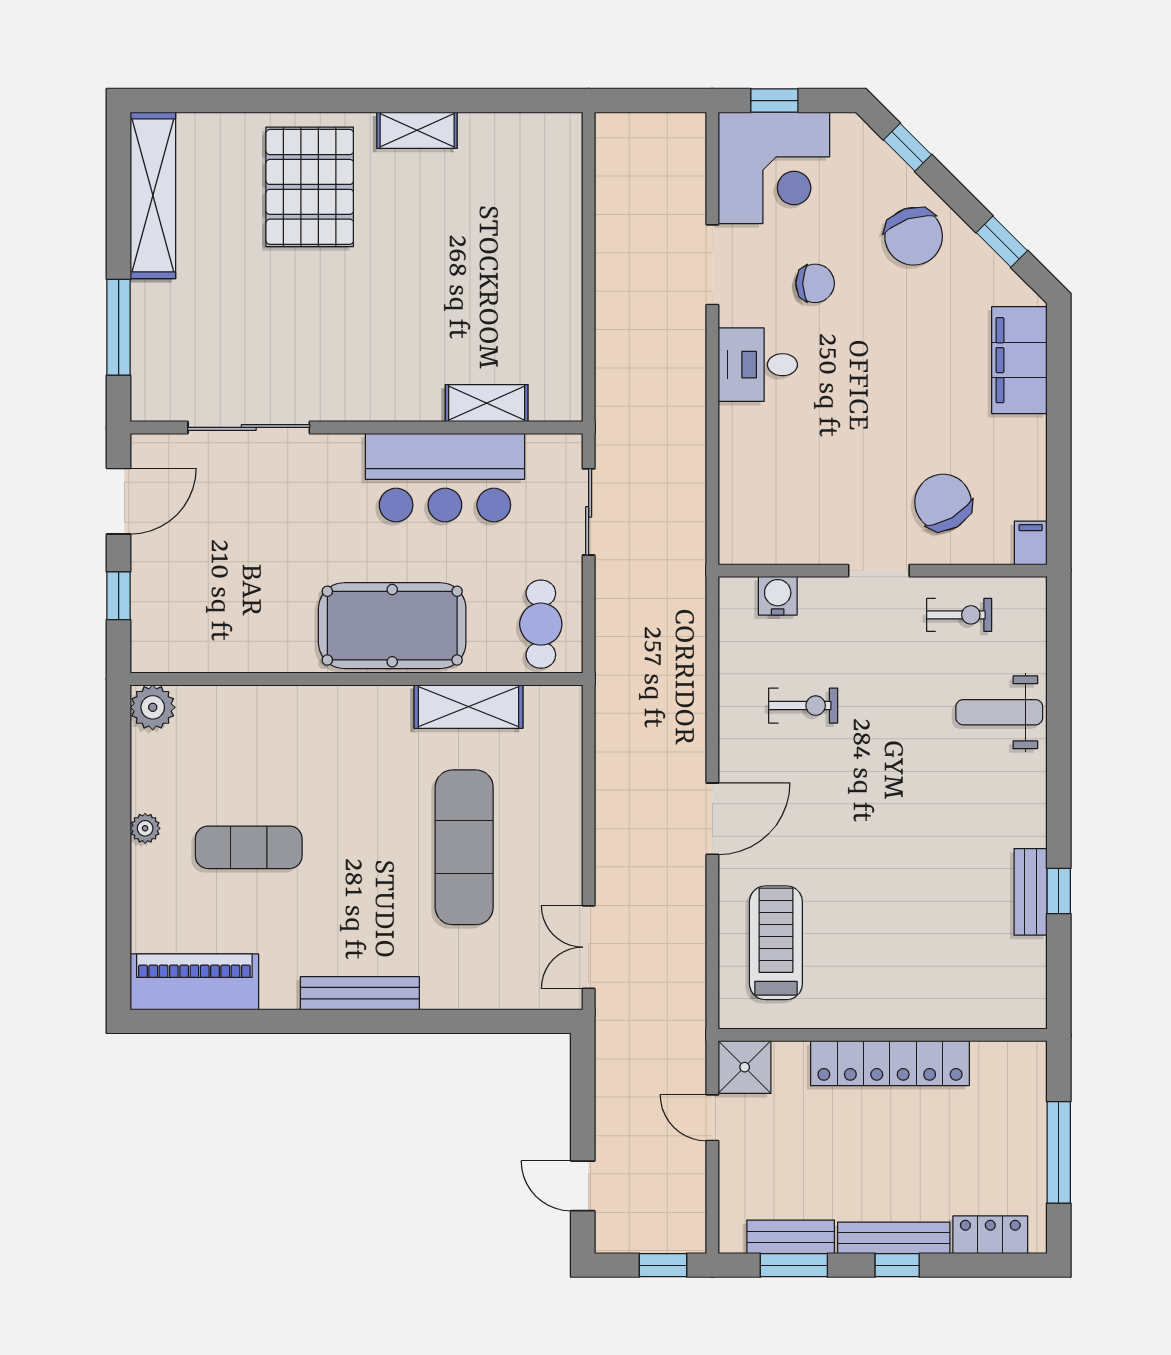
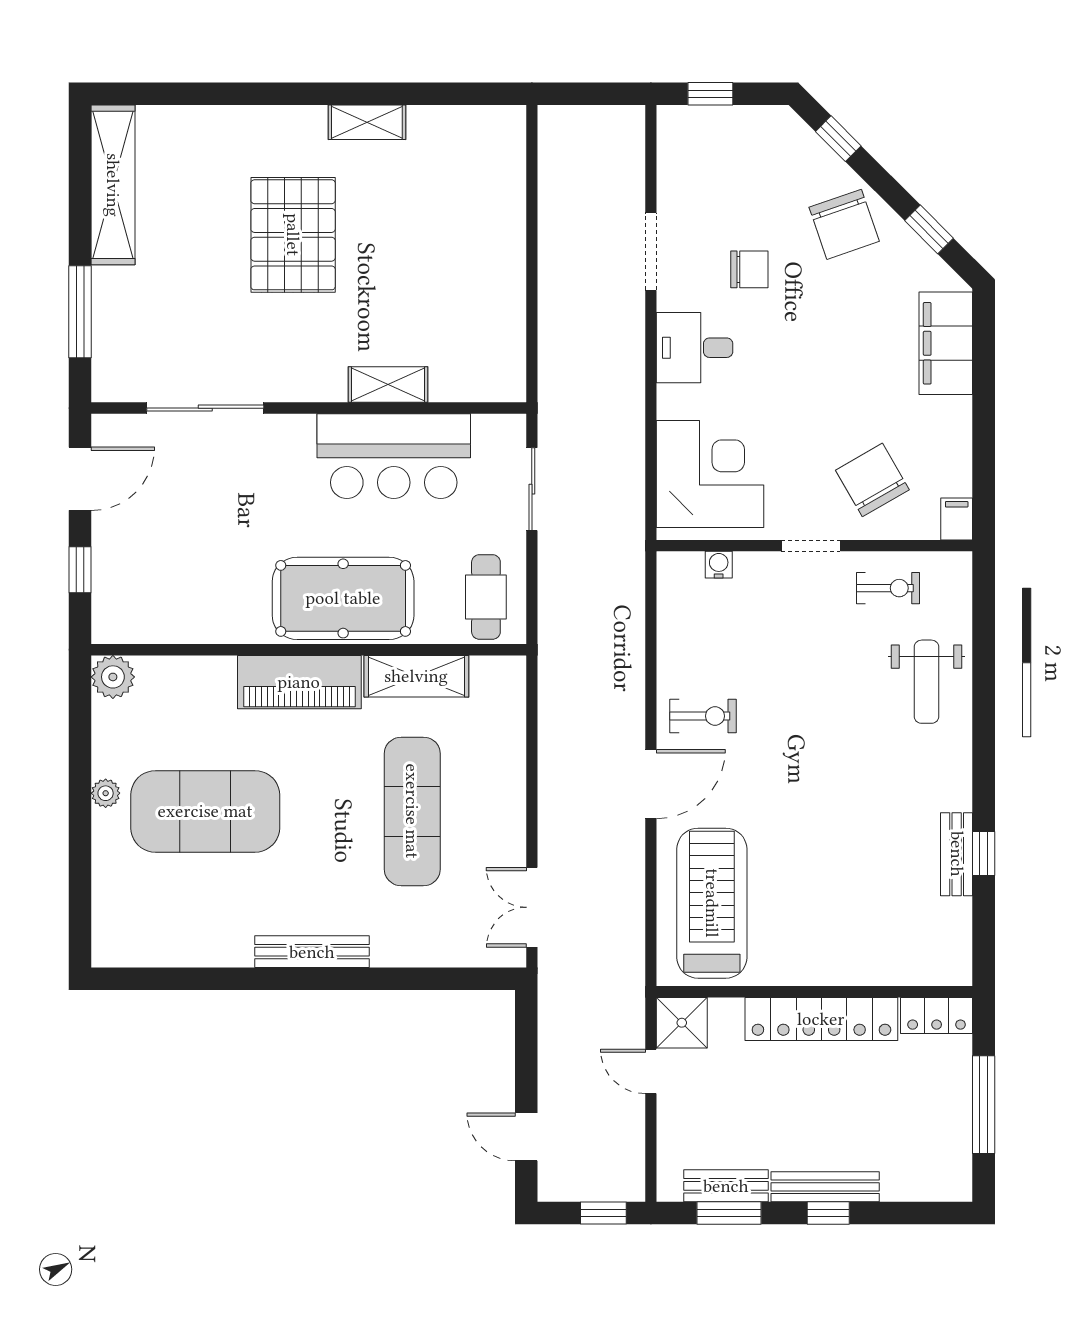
corner desk: (774, 168) -> (710, 474), moved, turned -90
pallet: (310, 187) -> (293, 235), moved
shelving: (487, 403) -> (388, 385), moved
water cooler: (778, 596) -> (719, 565), width x0.72, depth x0.72
exercise bike: (803, 706) -> (703, 716), moved
weight bench: (999, 712) -> (927, 682), turned -90
exercise mat: (249, 847) -> (205, 811), width x2.00, depth x1.45
treadmill: (776, 943) -> (712, 903), width x1.37, depth x1.38
piano: (194, 982) -> (299, 682), moved, turned 180
locker: (990, 1235) -> (937, 1016), moved, turned 180

